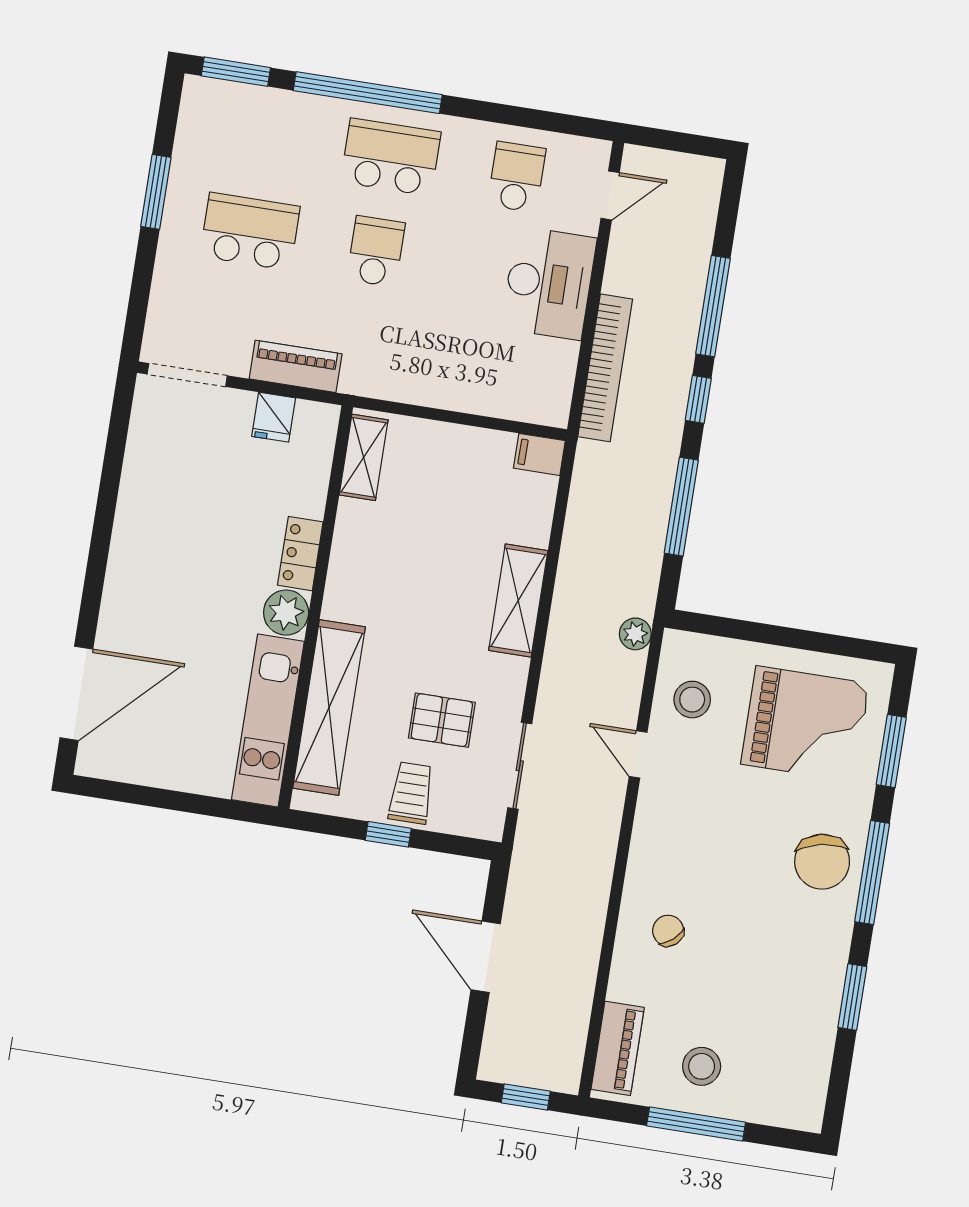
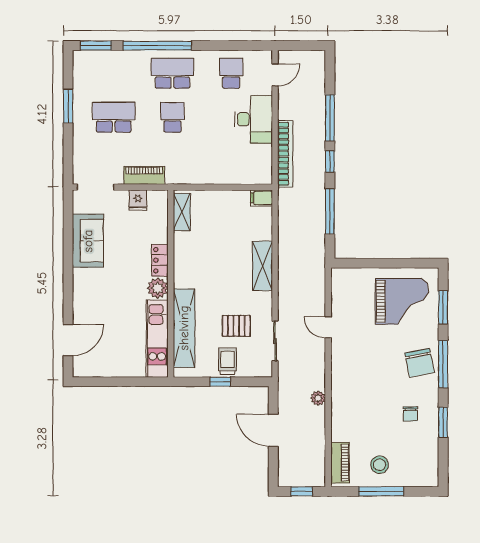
sofa: (153, 487) -> (88, 241), added
plant: (635, 634) -> (318, 398), moved
door: (76, 693) -> (68, 340), width x0.73
stool: (692, 700) -> (349, 298), removed
chair: (668, 931) -> (410, 414), moved, turned -139

